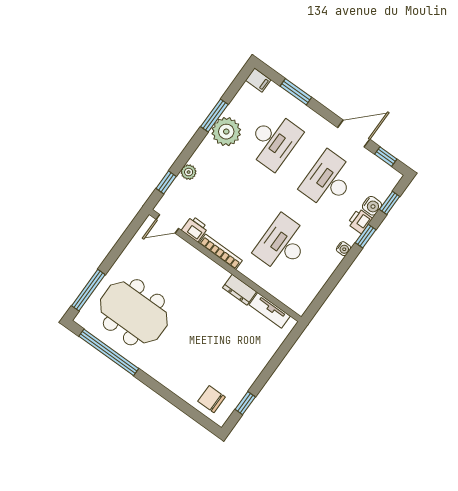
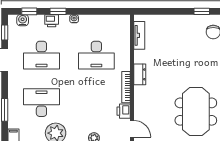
water cooler: (372, 206) -> (23, 20), moved
dresser: (240, 290) -> (140, 74), moved

